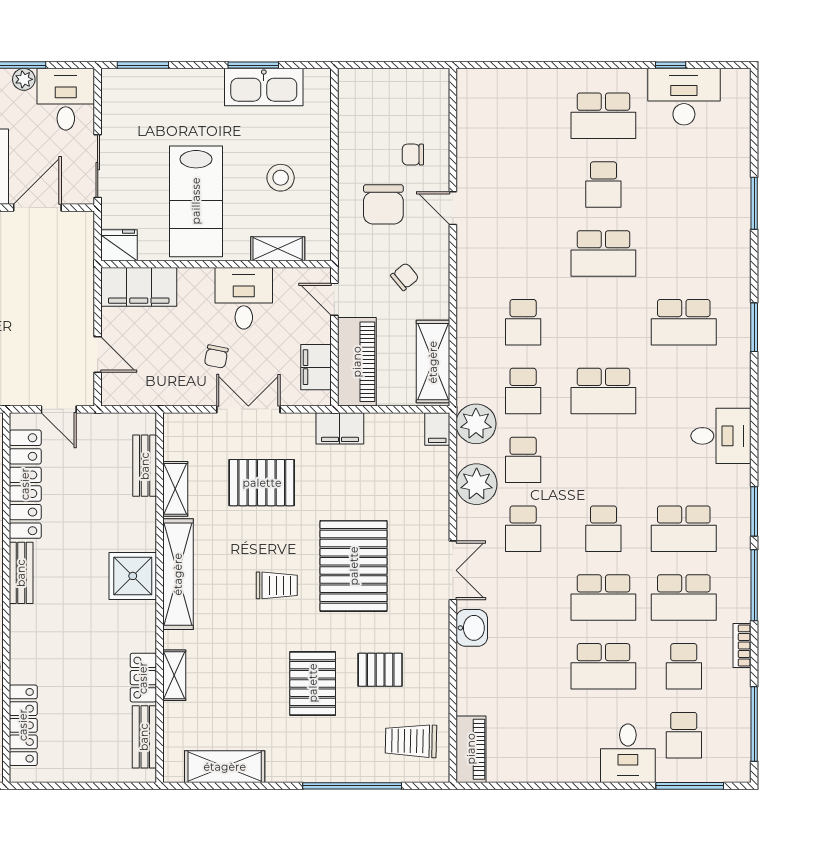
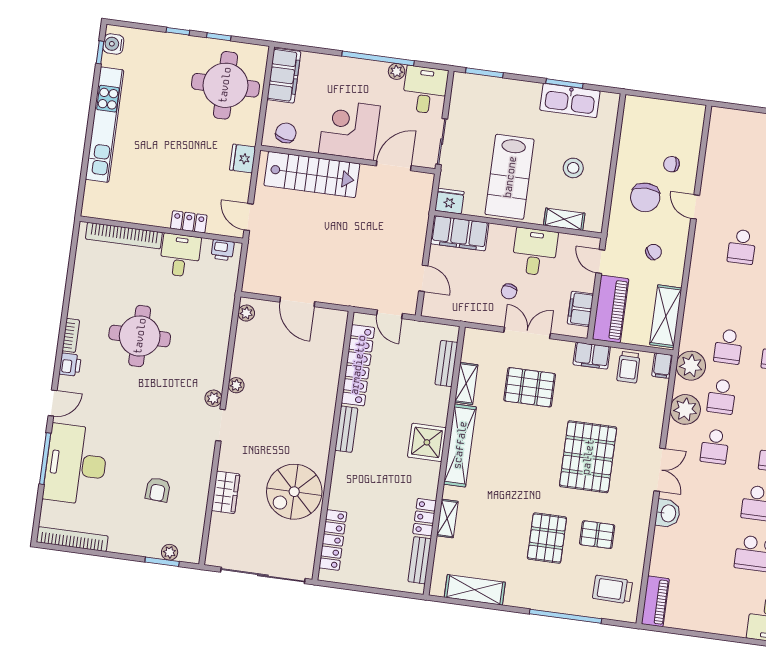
school desk: (523, 322) -> (742, 247), moved
trolley: (277, 585) -> (628, 367), moved, turned 90

